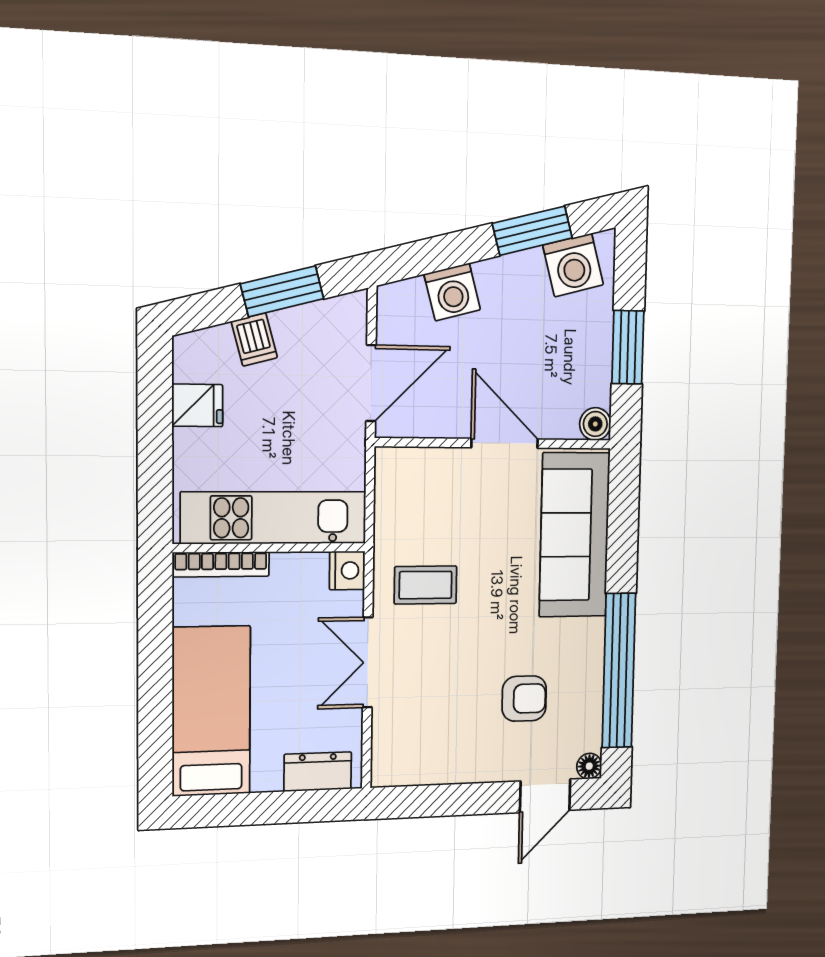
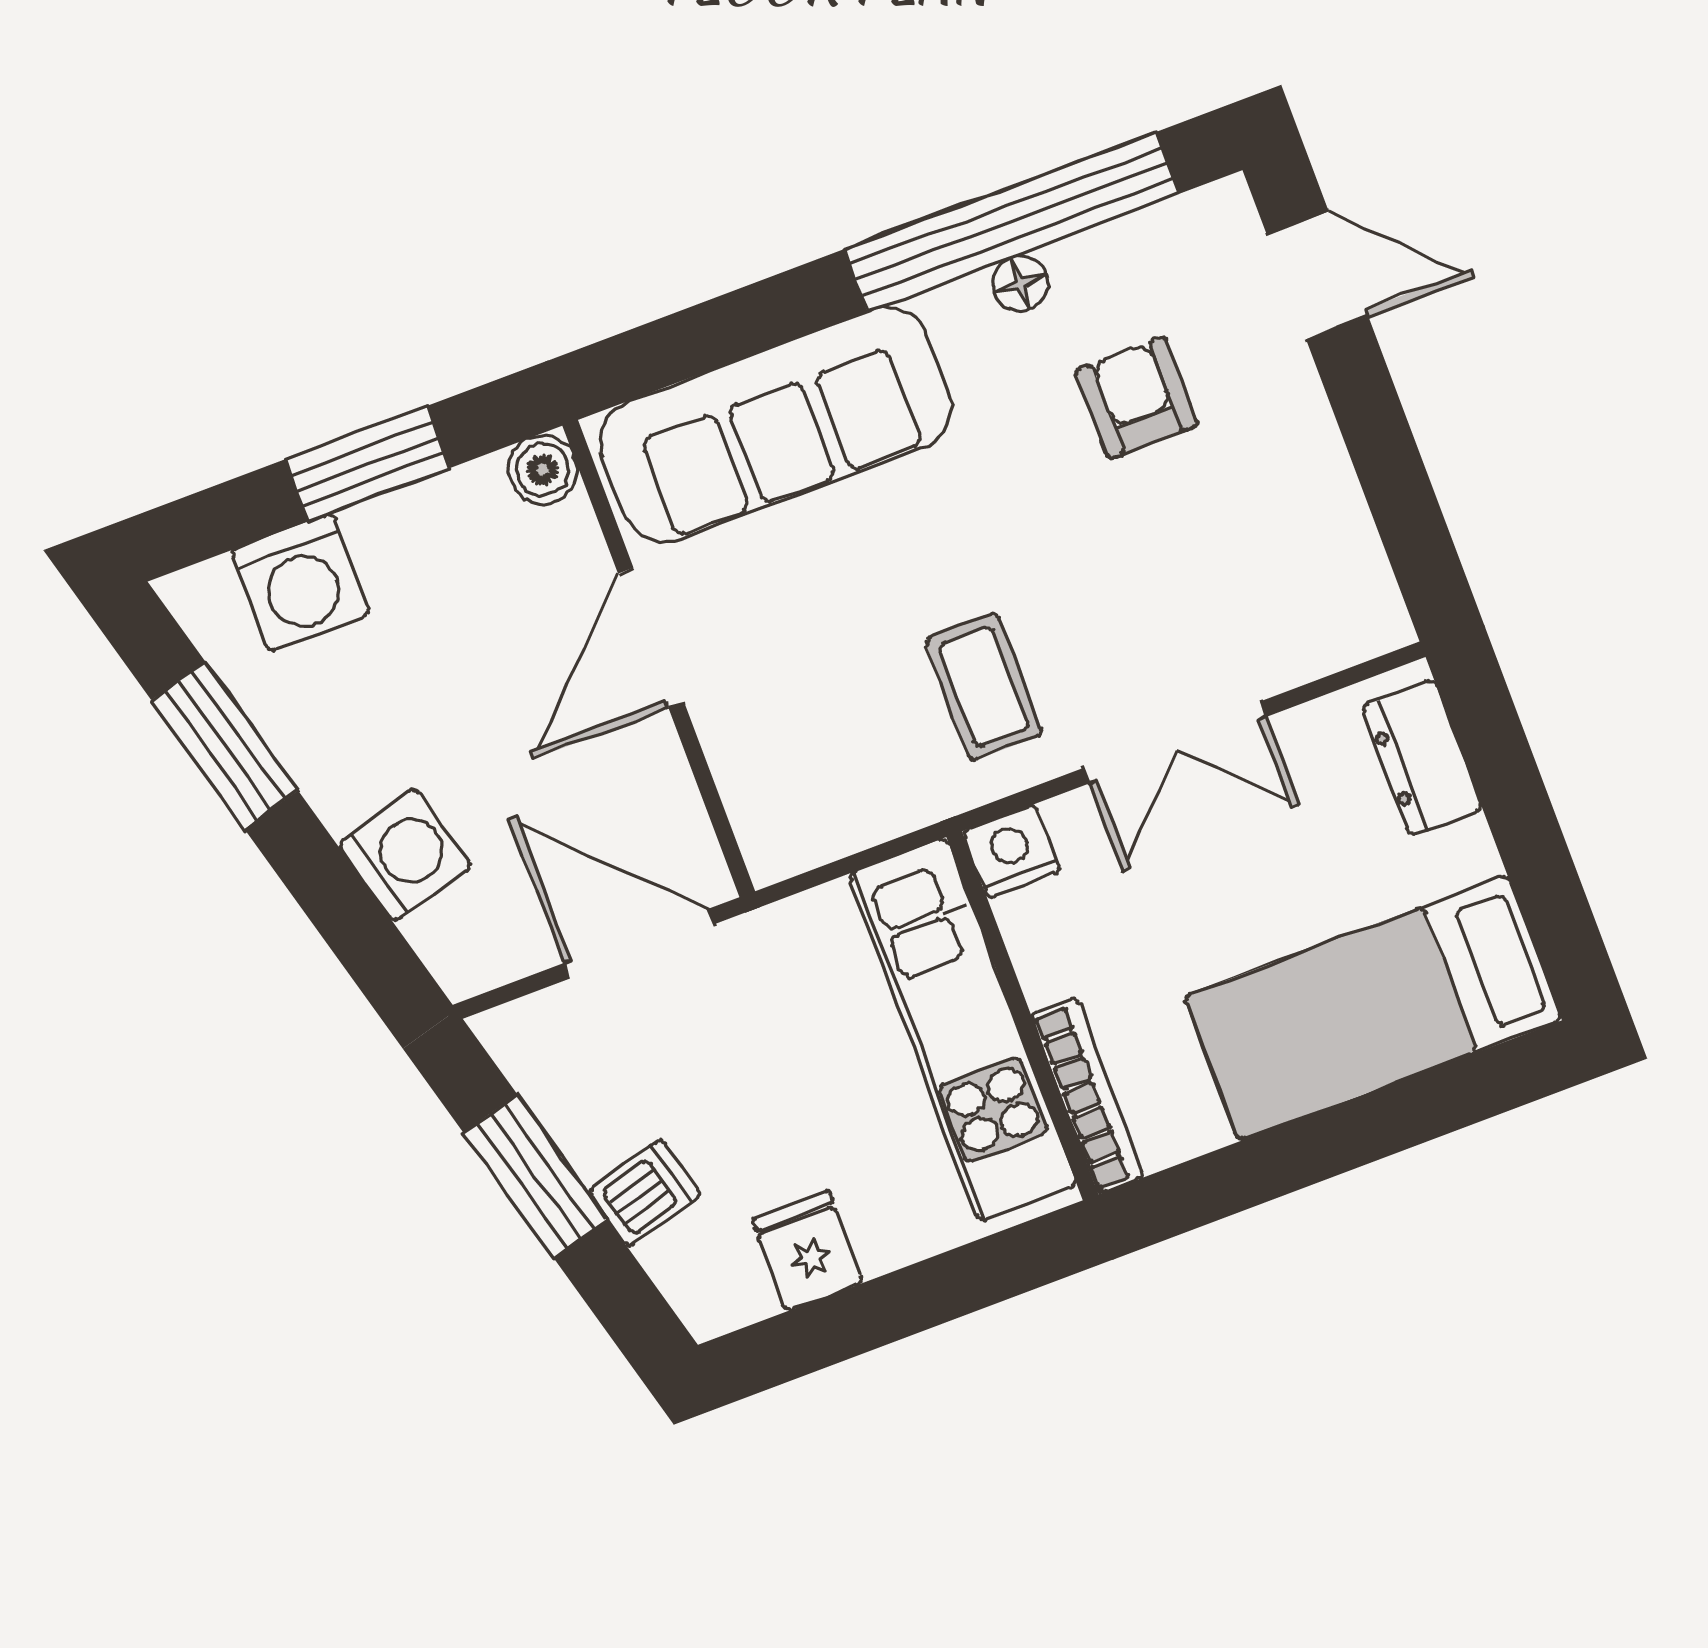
washing machine: (573, 265) -> (300, 582), moved, turned 105
floor lamp: (589, 766) -> (1020, 283), moved

